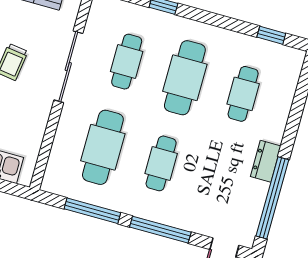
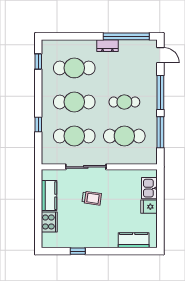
cafe table: (127, 62) -> (74, 136), width x1.37, depth x1.35
cafe table: (243, 94) -> (74, 68), width x1.37, depth x1.35

